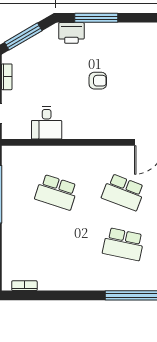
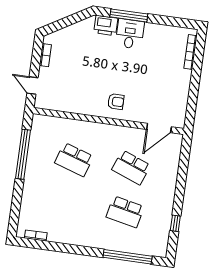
window: (23, 36) -> (64, 23), removed
armchair: (98, 81) -> (116, 102), moved
desk: (47, 123) -> (130, 34), moved, turned 180

